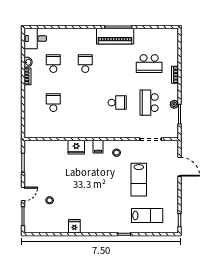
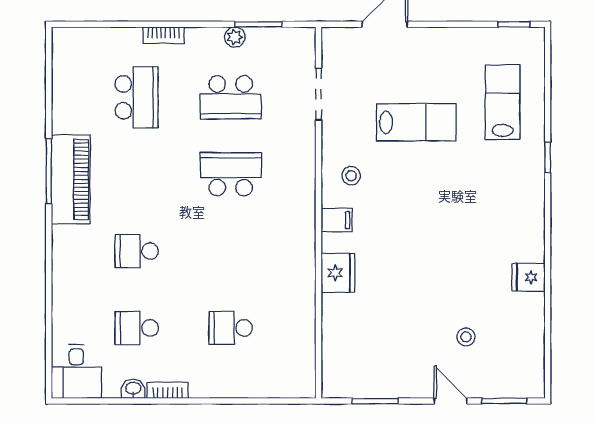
school desk: (117, 103) -> (231, 174), width x1.85

